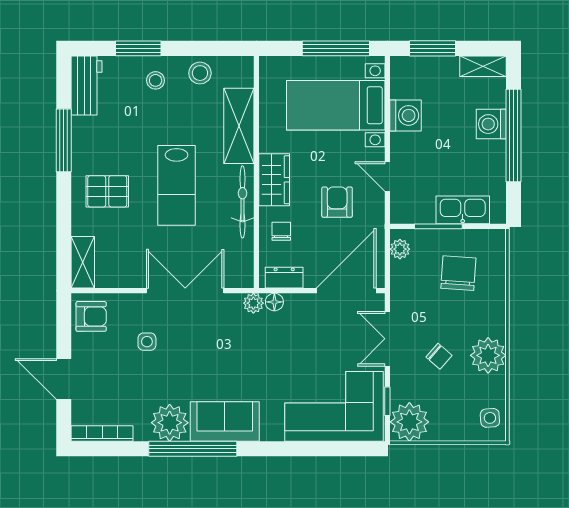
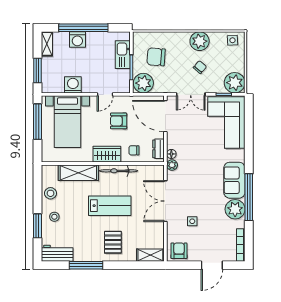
plant: (400, 249) -> (143, 83), width x1.88, depth x1.88

